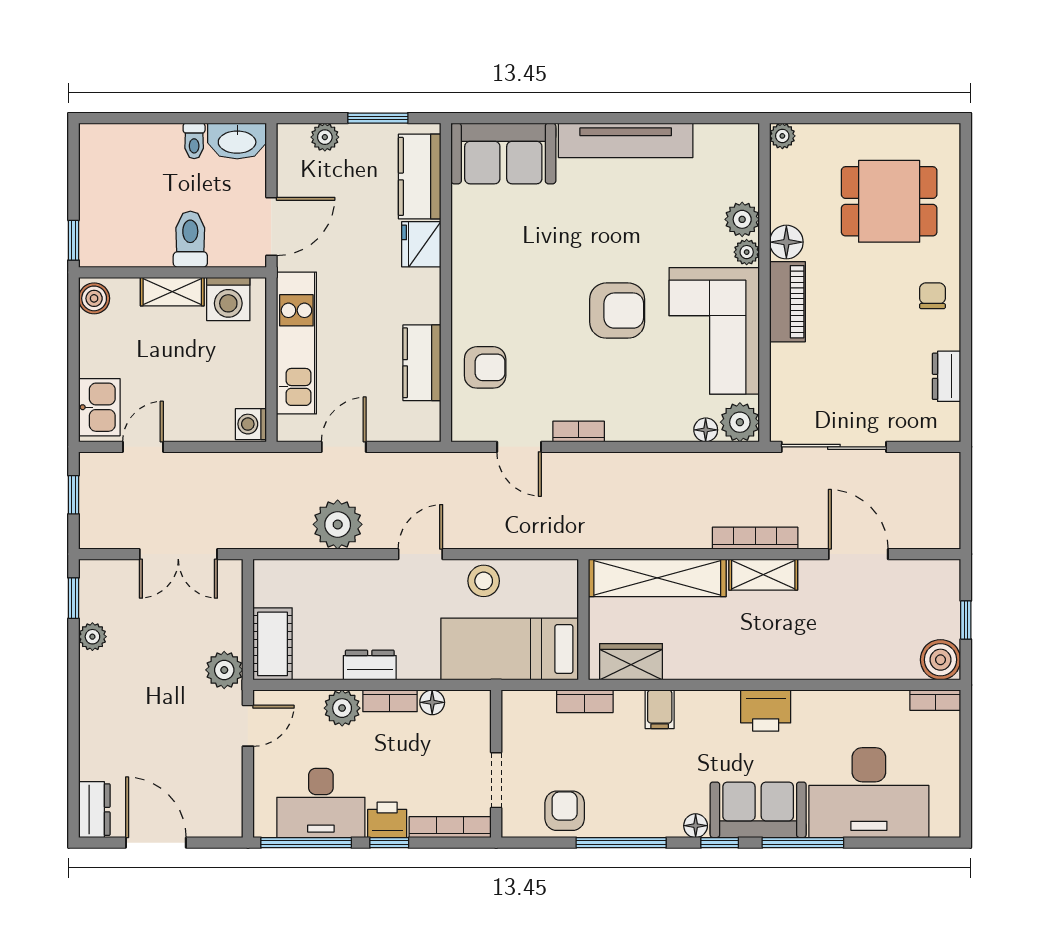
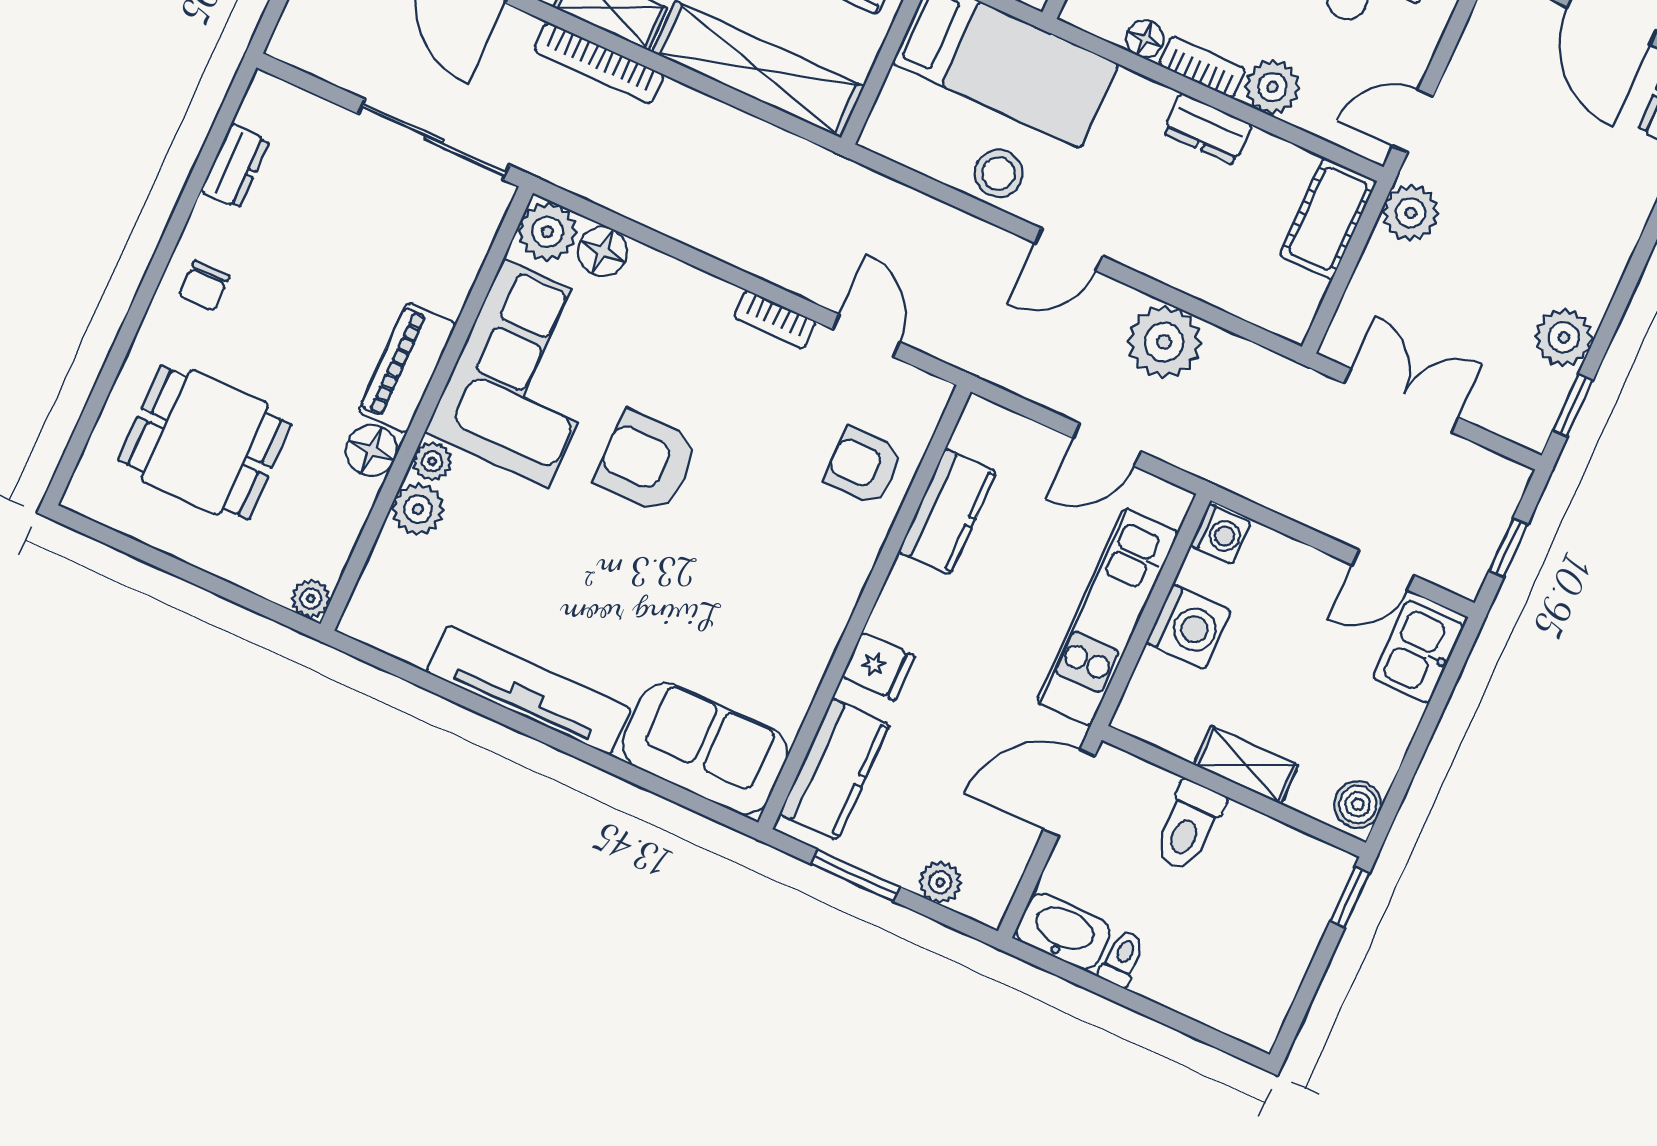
fridge: (421, 244) -> (878, 666), width x0.72
washing machine: (228, 299) -> (1189, 627), moved, turned 90
floor lamp: (706, 430) -> (603, 251), width x1.37, depth x1.37
plant: (92, 637) -> (1564, 337), width x1.38, depth x1.38

